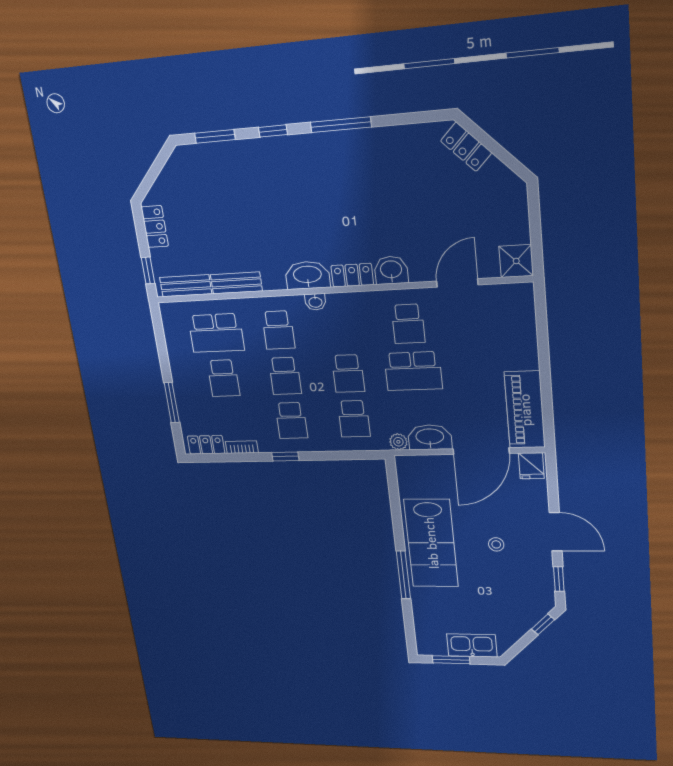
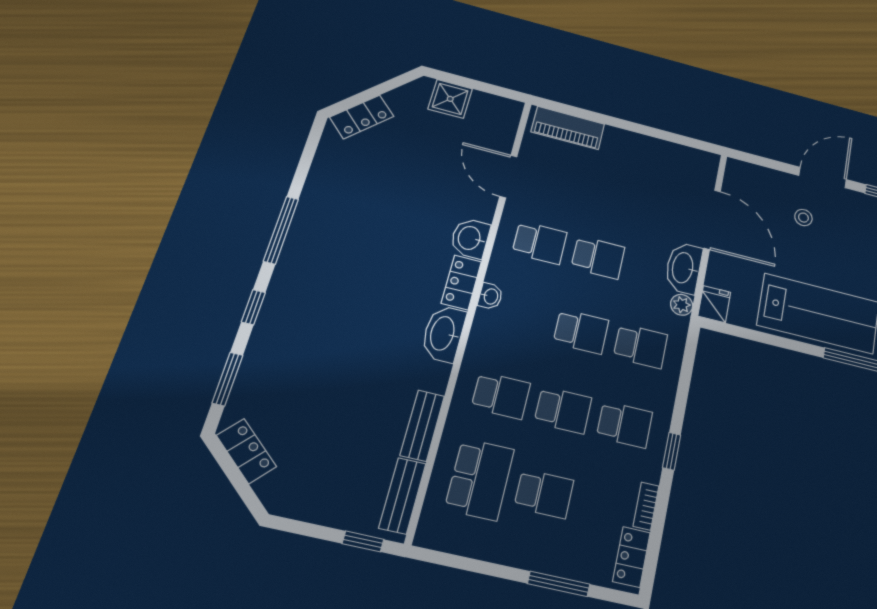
locker: (155, 227) -> (246, 451), moved, turned 42
shower: (516, 261) -> (450, 99), moved
washbasin: (315, 302) -> (490, 296), moved
school desk: (413, 371) -> (598, 257), width x0.54
piano: (525, 410) -> (568, 128), moved, width x0.73, depth x0.75
fridge: (531, 466) -> (714, 304), moved, turned -90
stool: (496, 544) -> (803, 218), moved

